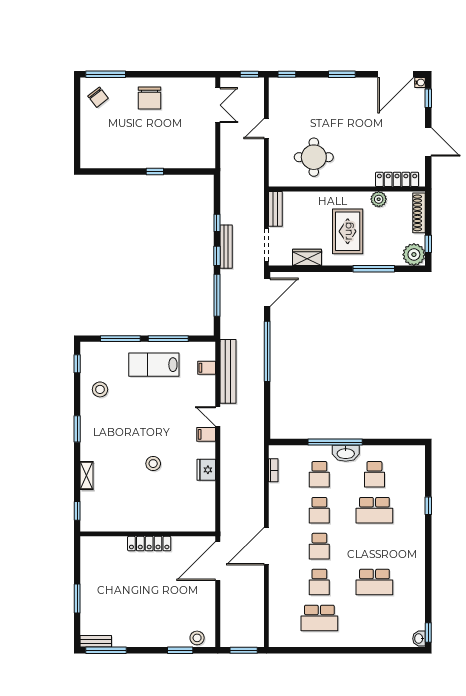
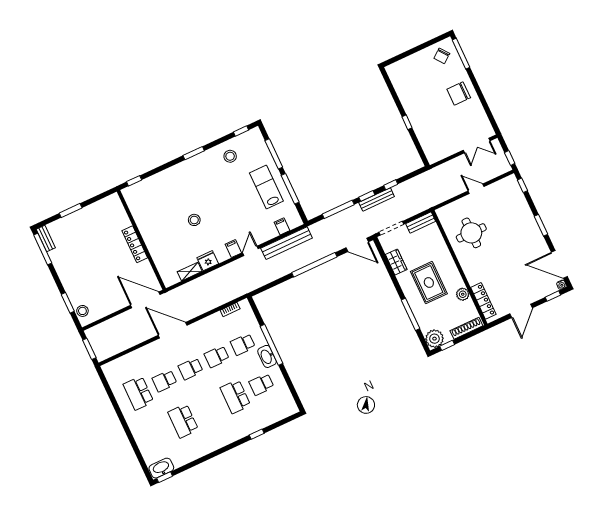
rug: (348, 231) -> (429, 283), turned 90
shelving: (87, 476) -> (190, 272), moved
washbasin: (419, 639) -> (161, 468), width x1.91, depth x1.45

